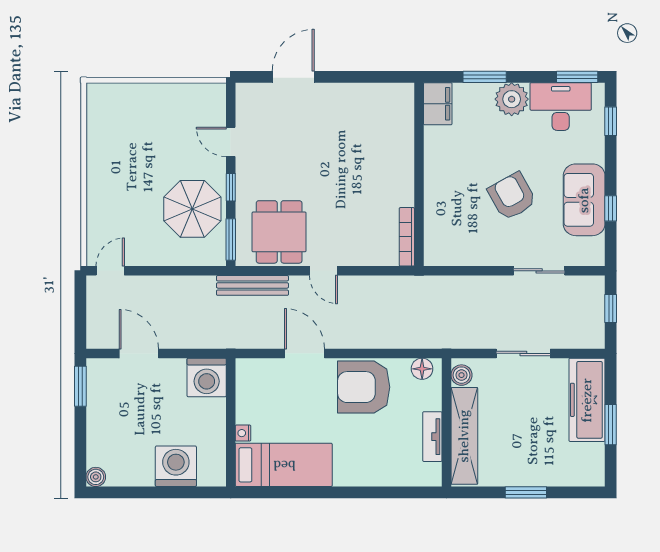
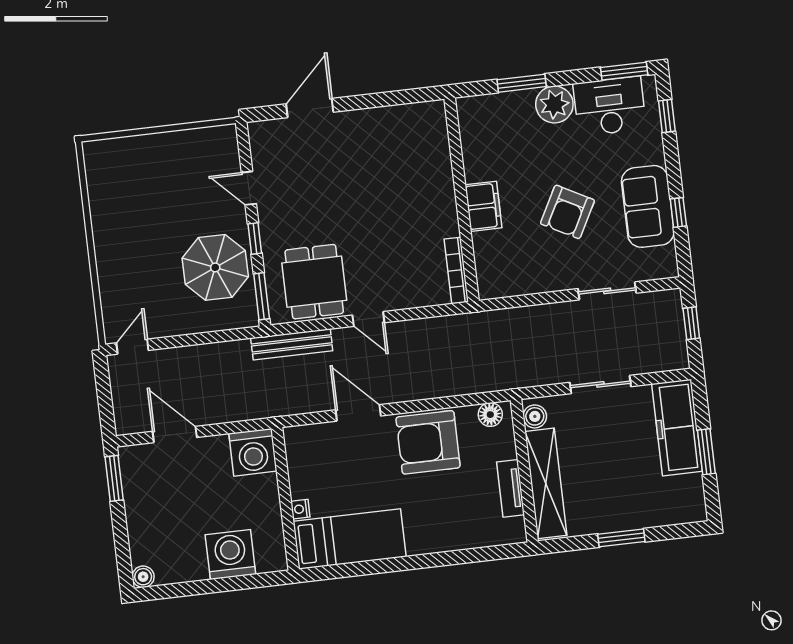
filing cabinet: (438, 104) -> (483, 206), moved
armchair: (512, 196) -> (567, 212), turned -123

